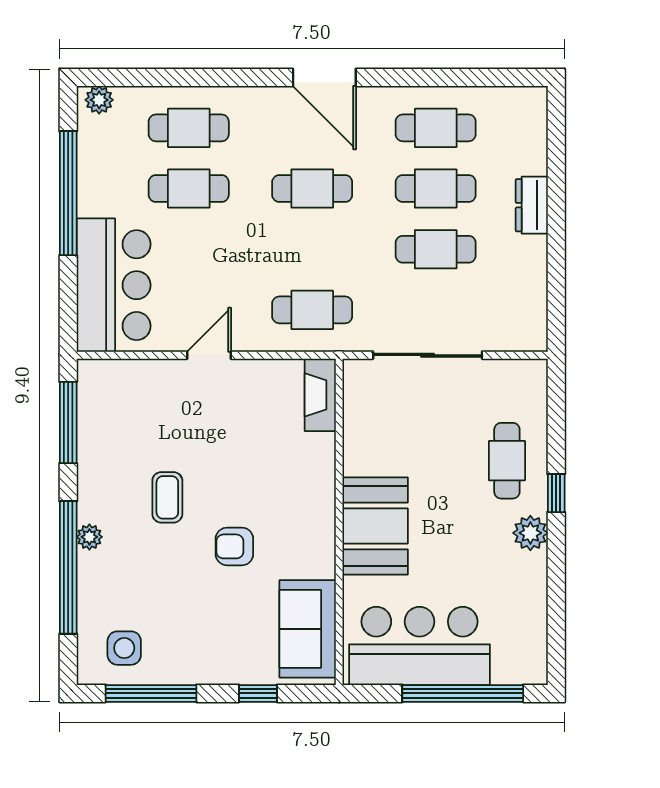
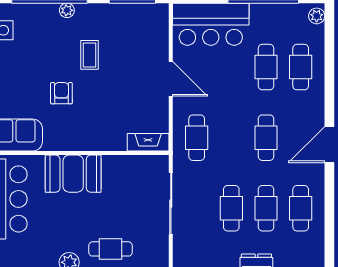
door: (209, 355) -> (171, 79), width x1.38
coffee table: (167, 497) -> (90, 55), turned 90

